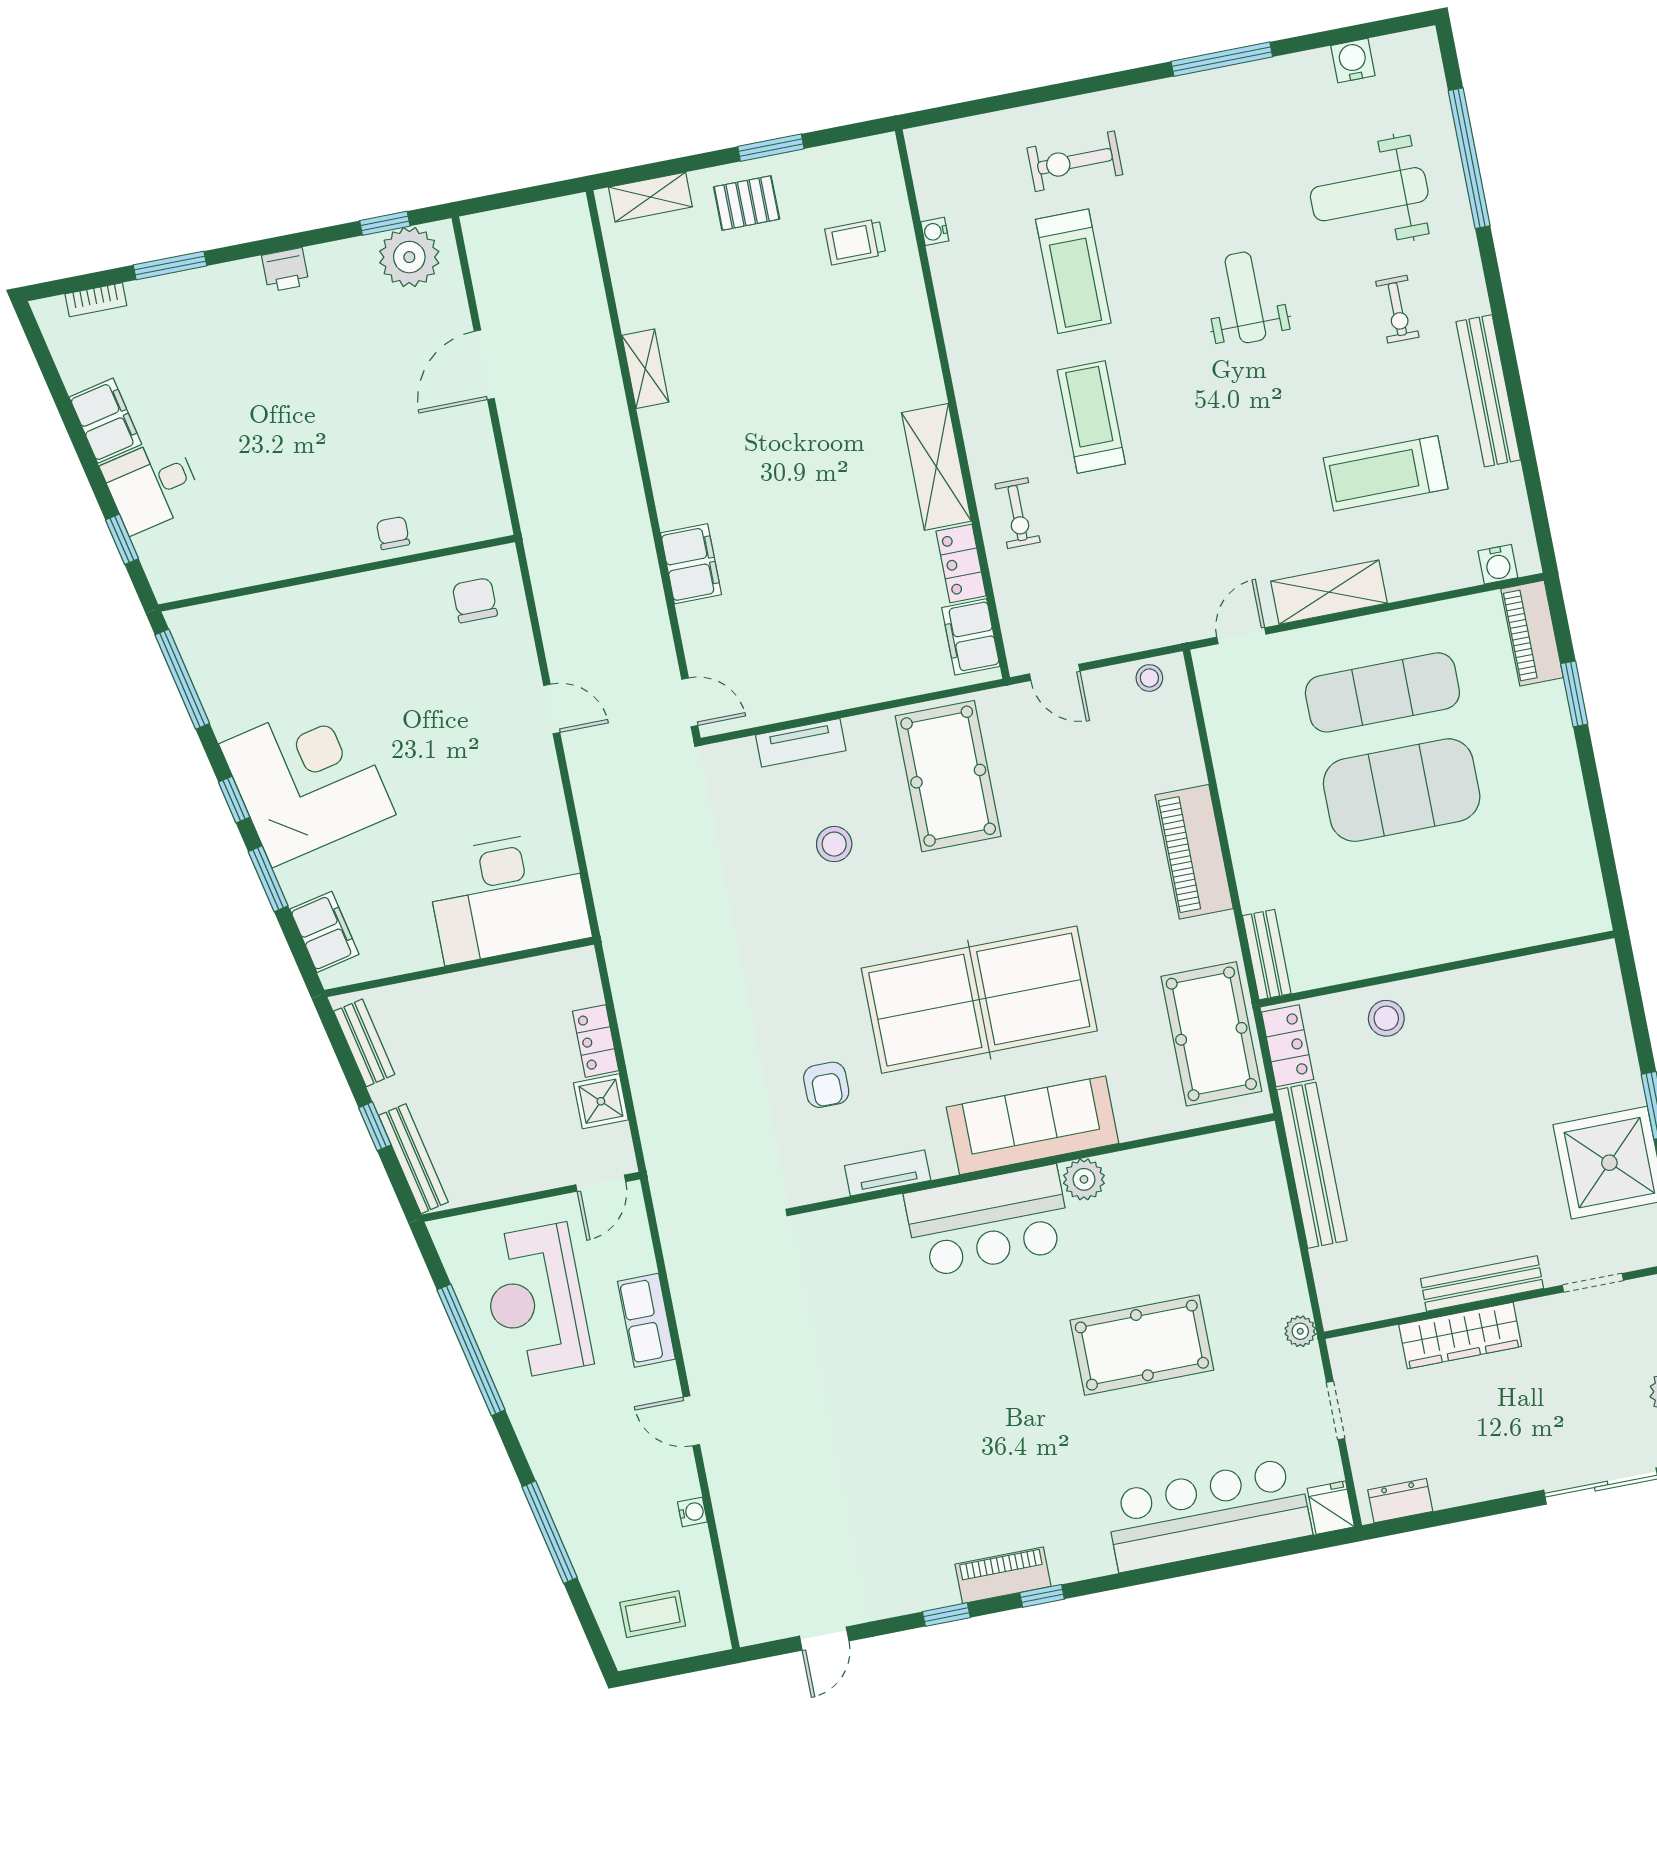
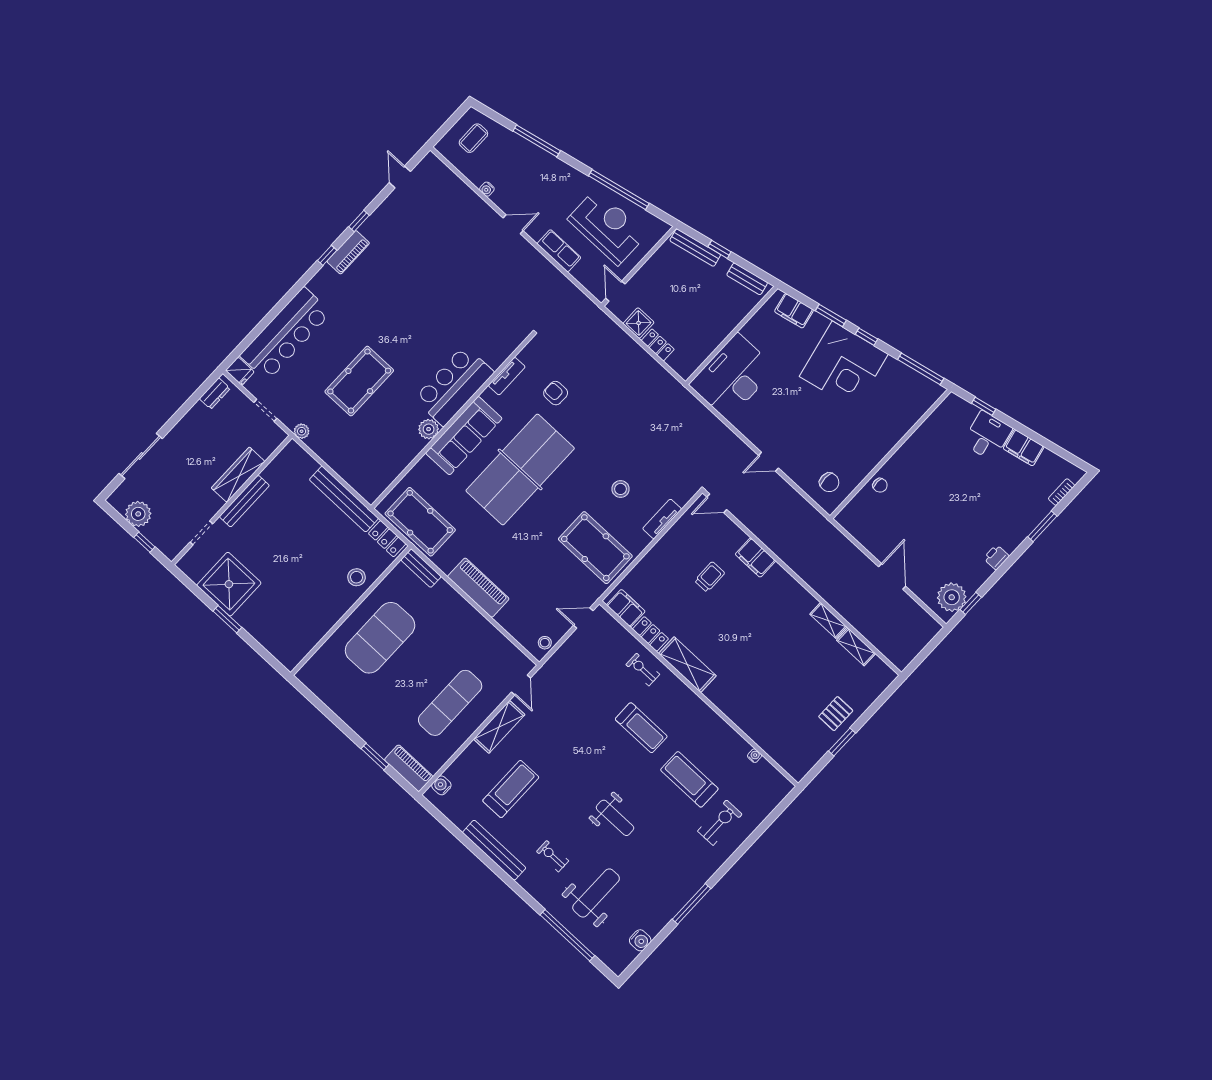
shelving: (650, 197) -> (856, 647), moved, turned 90
trolley: (855, 242) -> (710, 577), moved
exercise mat: (1402, 790) -> (380, 638), moved

